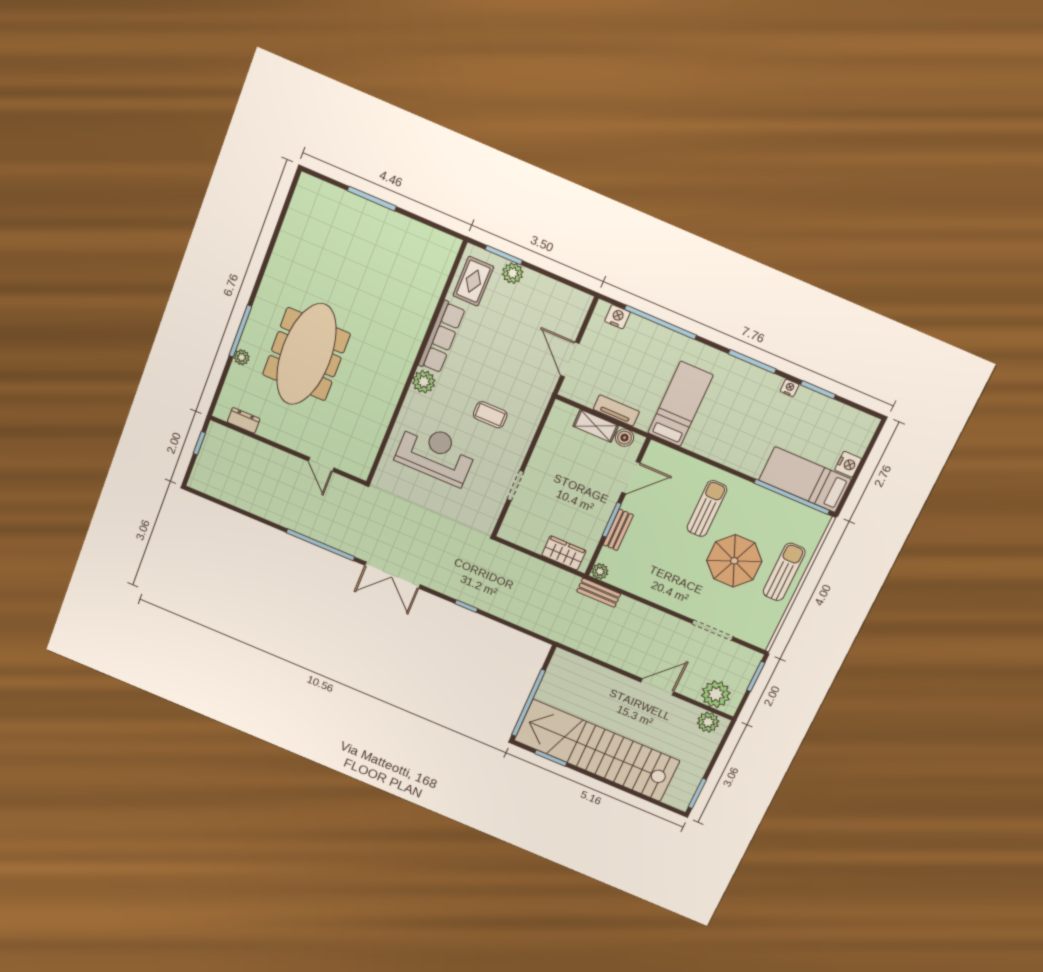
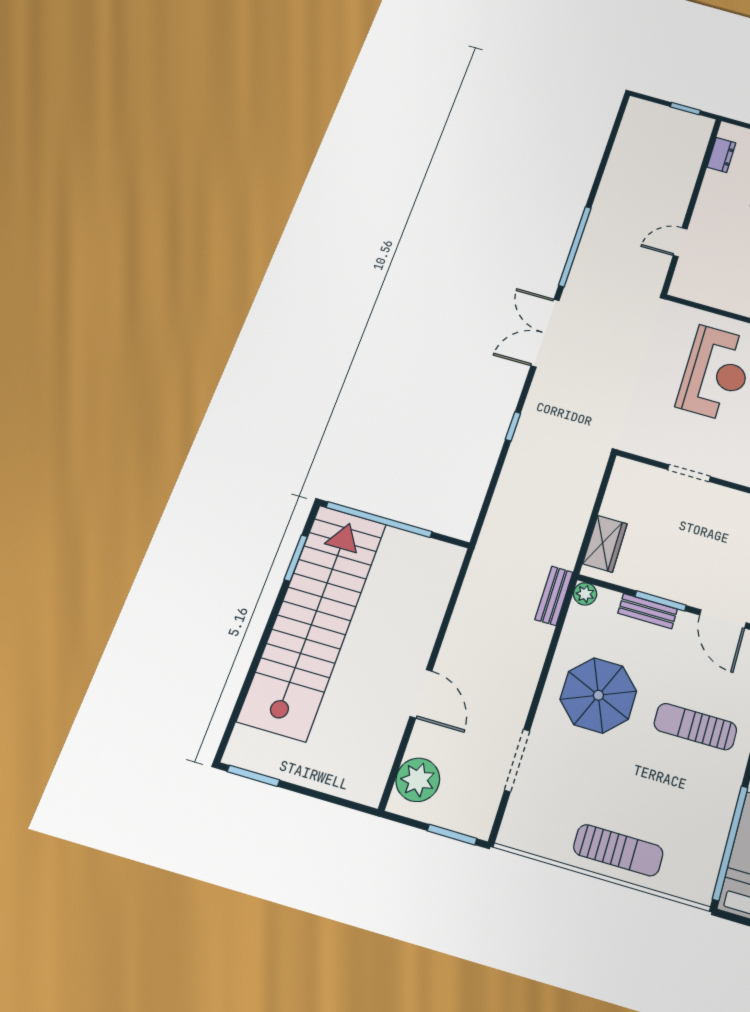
sun lounger: (707, 509) -> (695, 727), turned 180
parasol: (734, 561) -> (598, 695), moved
plant: (708, 722) -> (372, 775), removed

